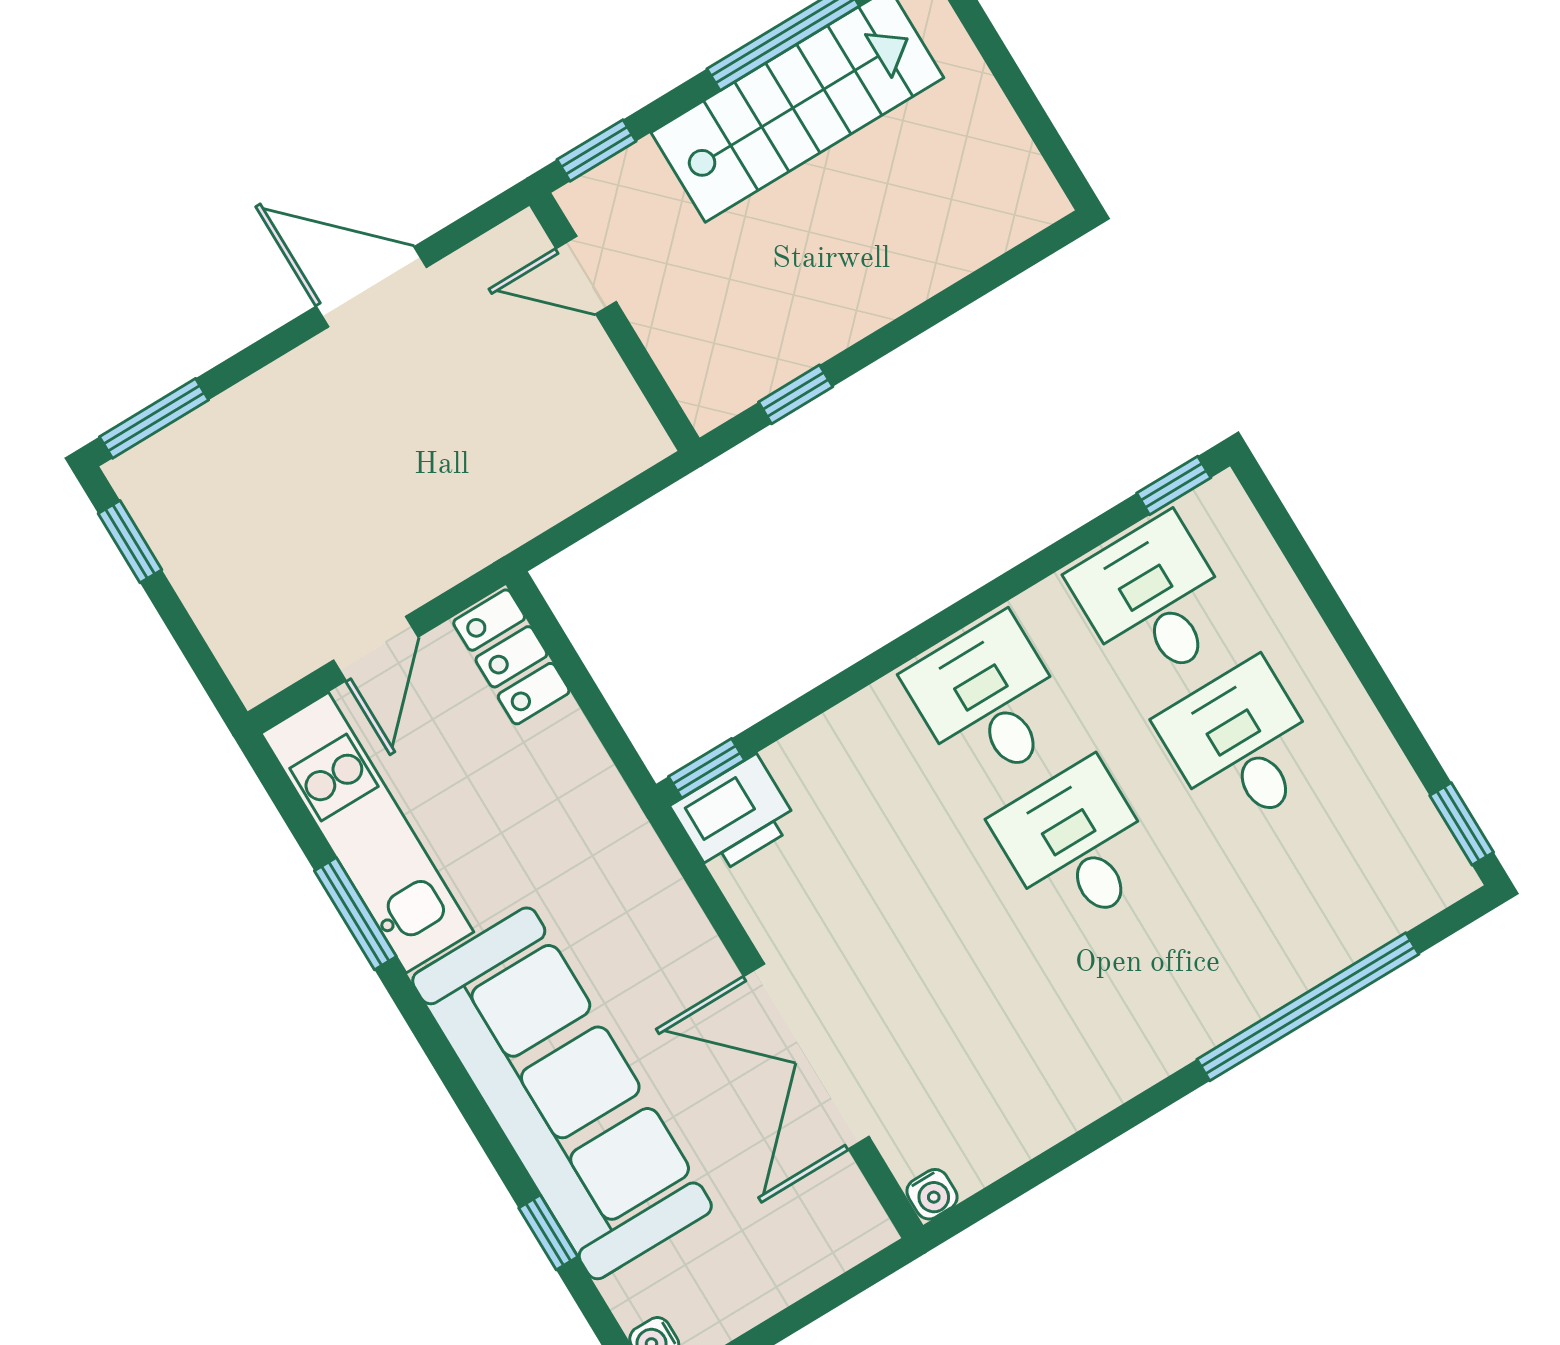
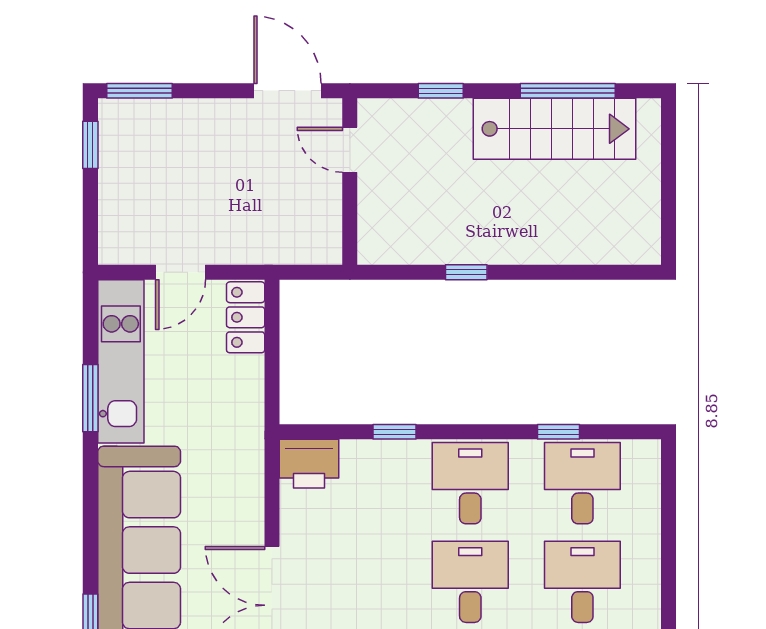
door: (586, 275) -> (350, 150), moved
wall: (614, 322) -> (350, 182), moved
window: (1174, 485) -> (558, 432), moved
window: (707, 768) -> (395, 432), moved

